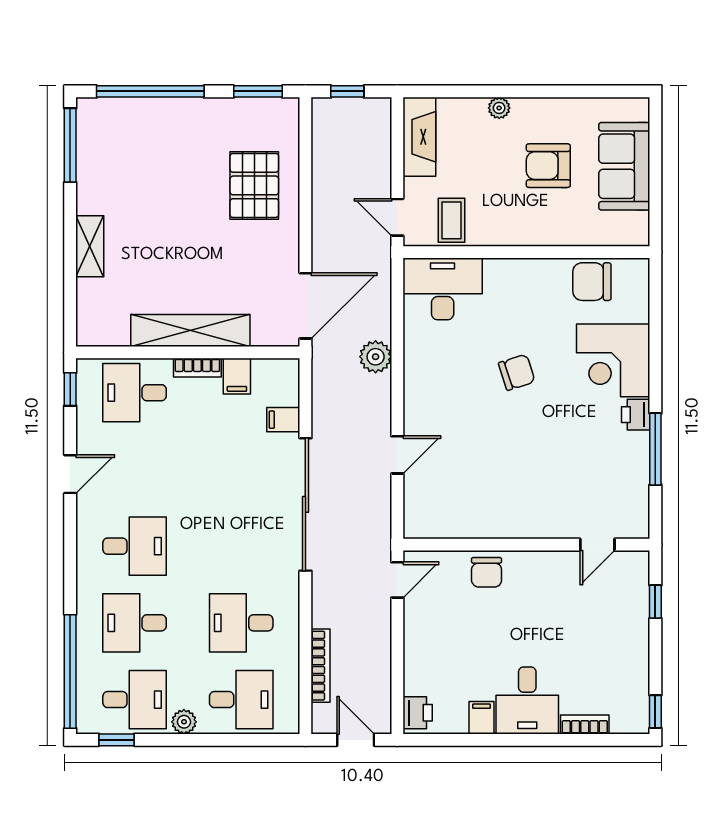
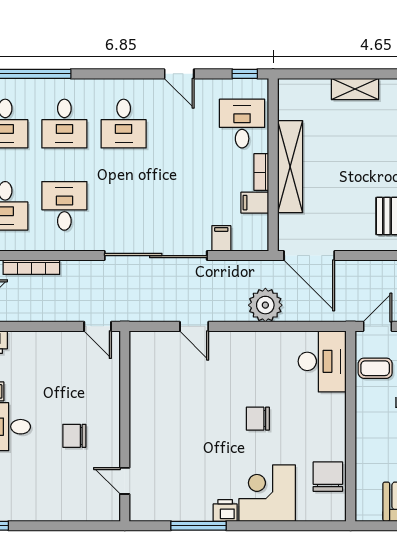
plant: (376, 357) -> (265, 305), width x1.36, depth x1.36
chair: (517, 372) -> (258, 419), turned 108
chair: (487, 572) -> (74, 436), moved
window: (655, 602) -> (81, 526), removed
desk: (135, 623) -> (64, 124), turned 180

